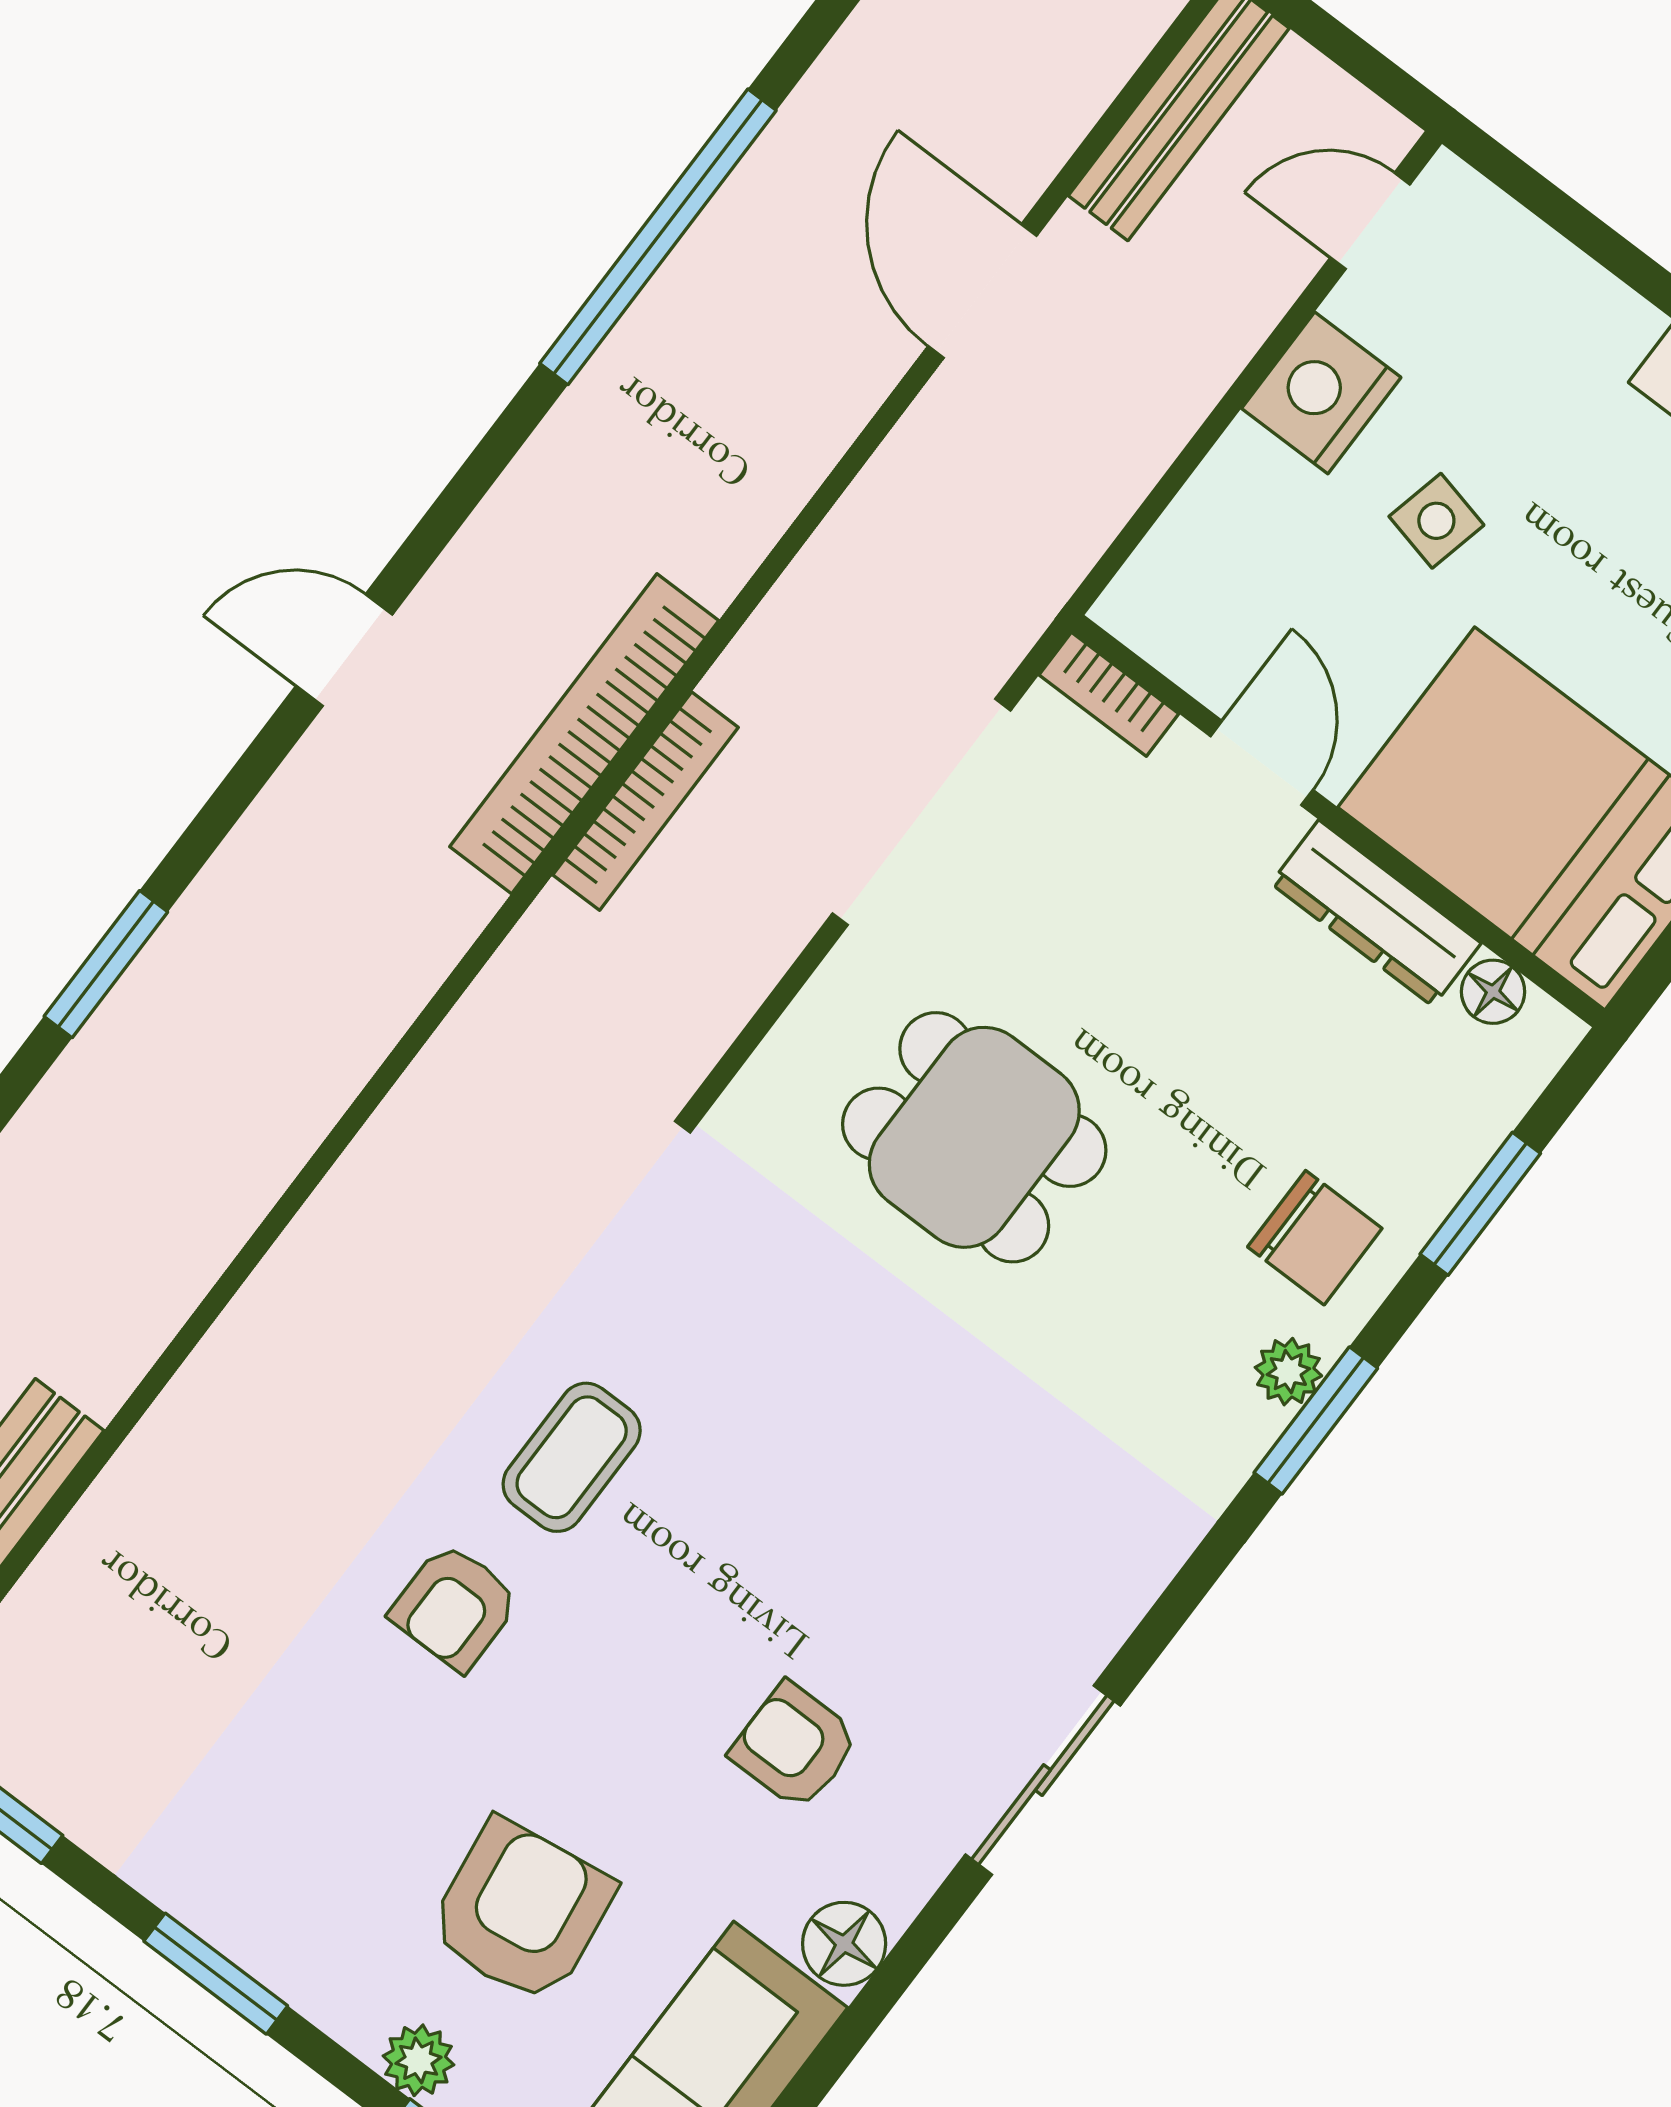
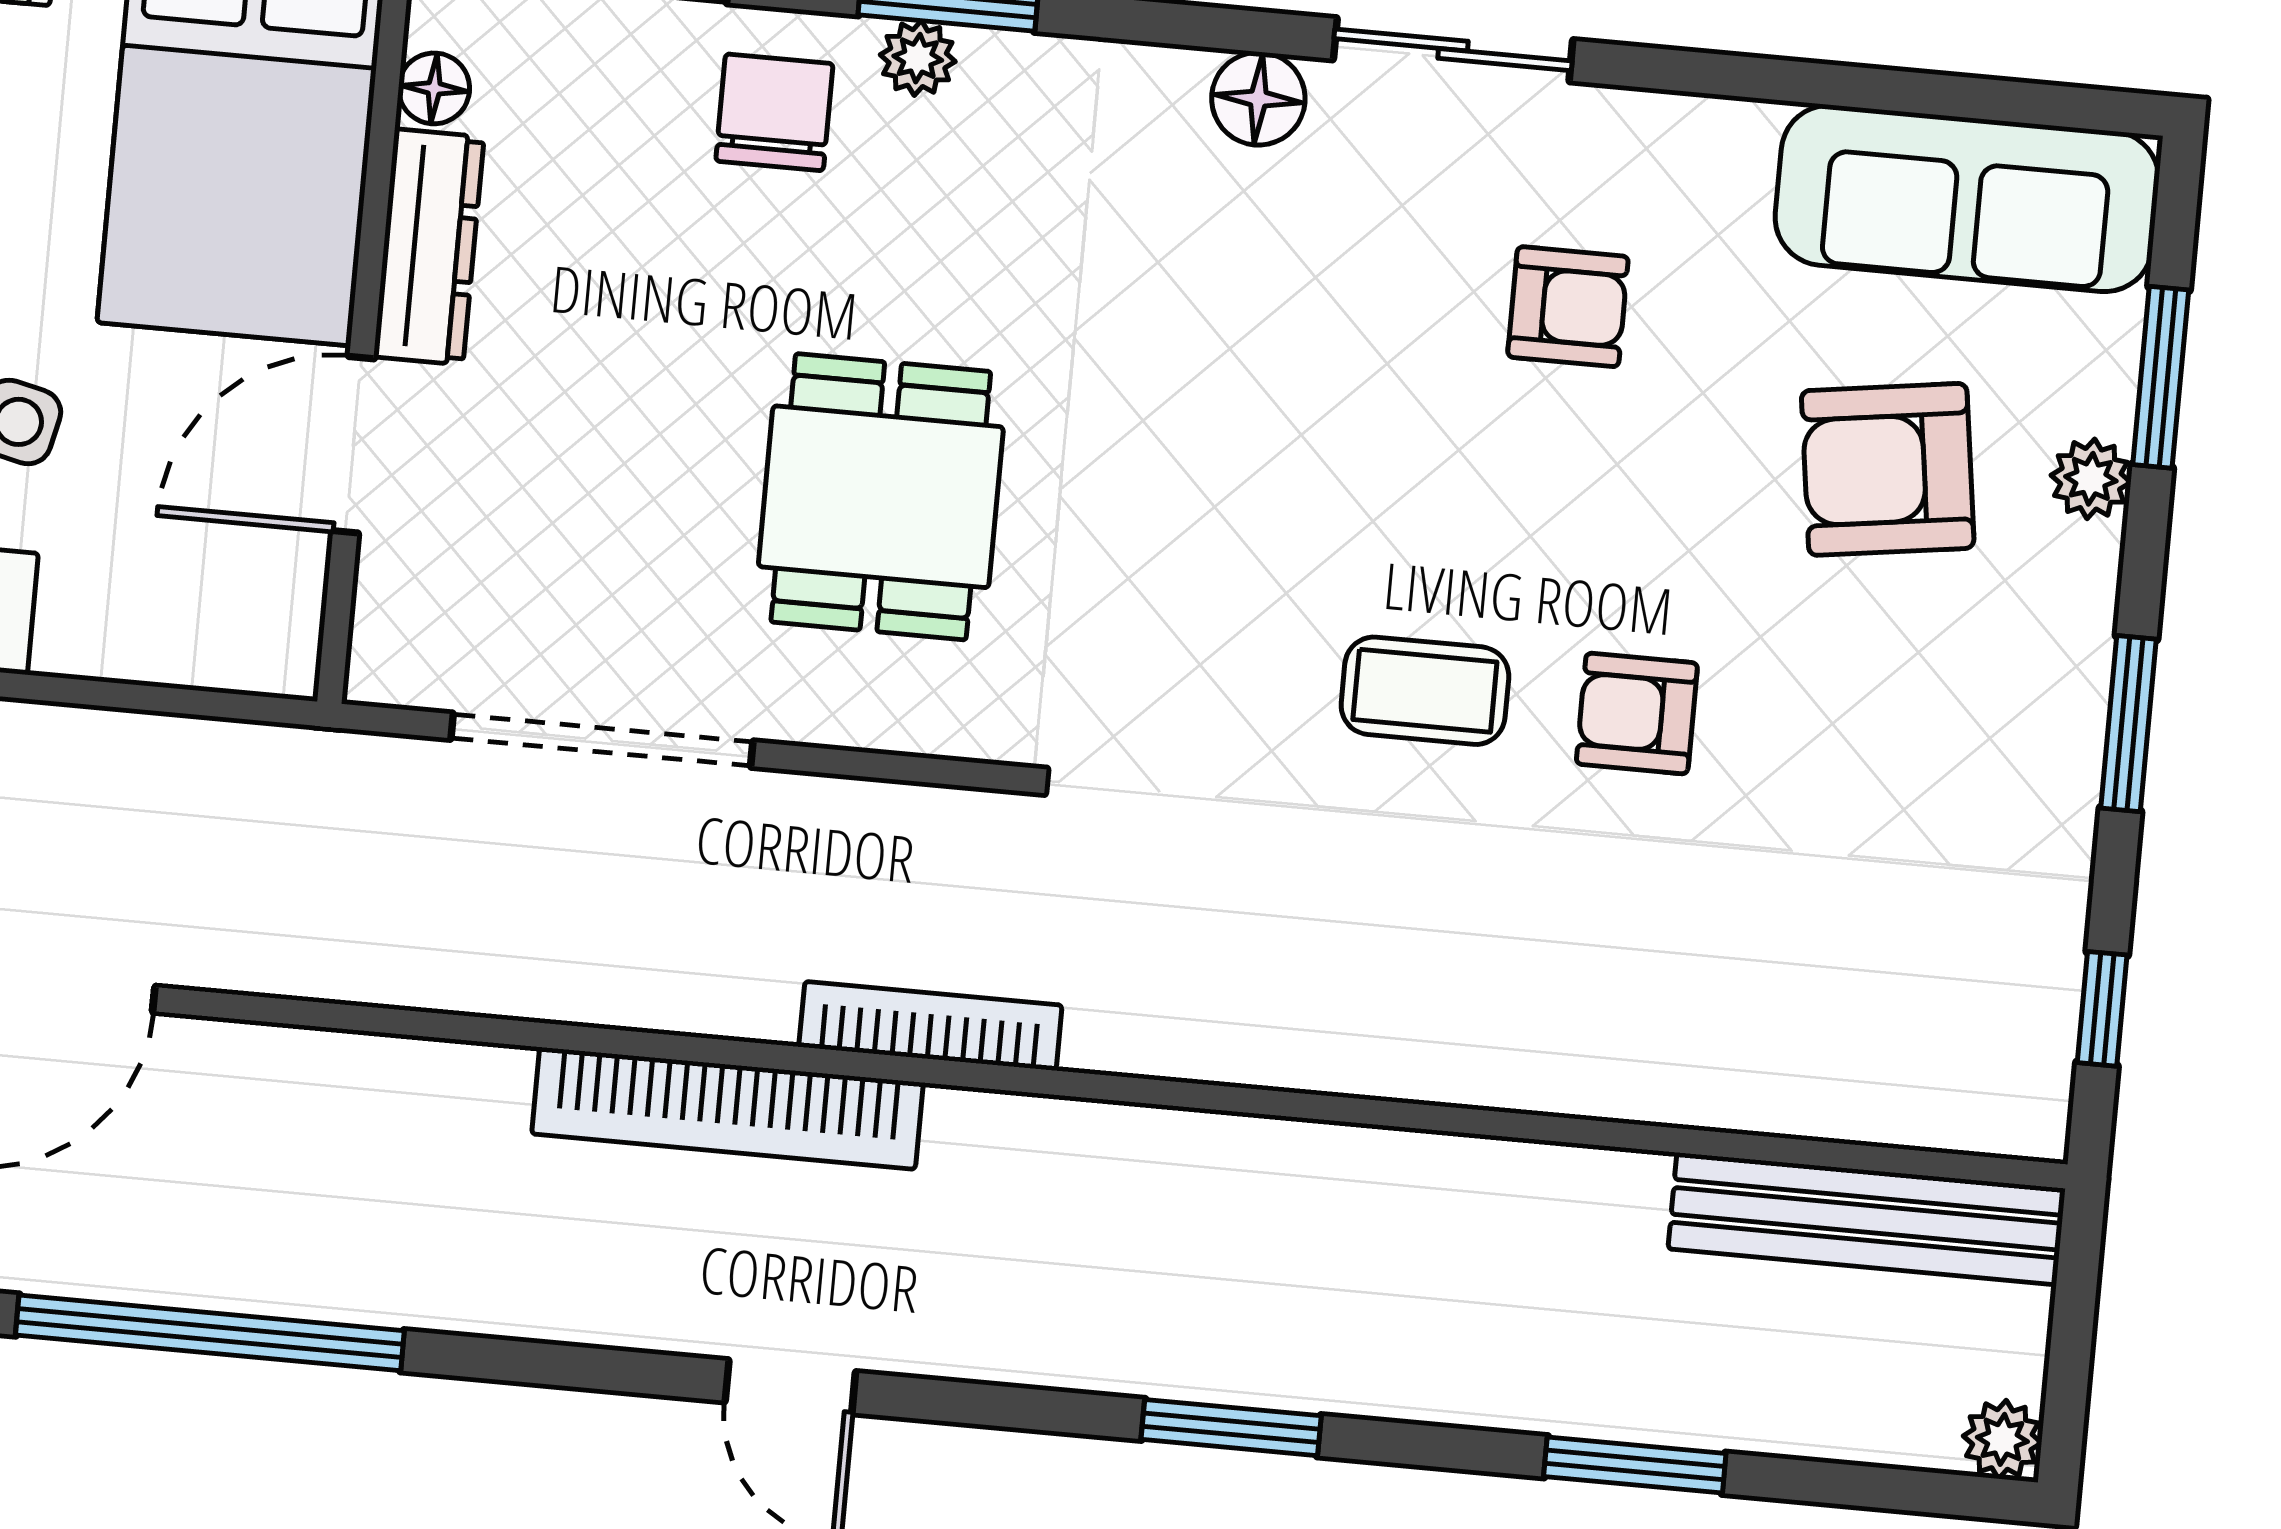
bookcase: (1109, 694) -> (378, 631), removed
door: (1262, 763) -> (353, 445), width x1.38
bookcase: (646, 801) -> (930, 1026), moved
armchair: (455, 1607) -> (1637, 714), turned 180
armchair: (795, 1746) -> (1568, 307), turned -90
floor lamp: (844, 1944) -> (1258, 99), moved

